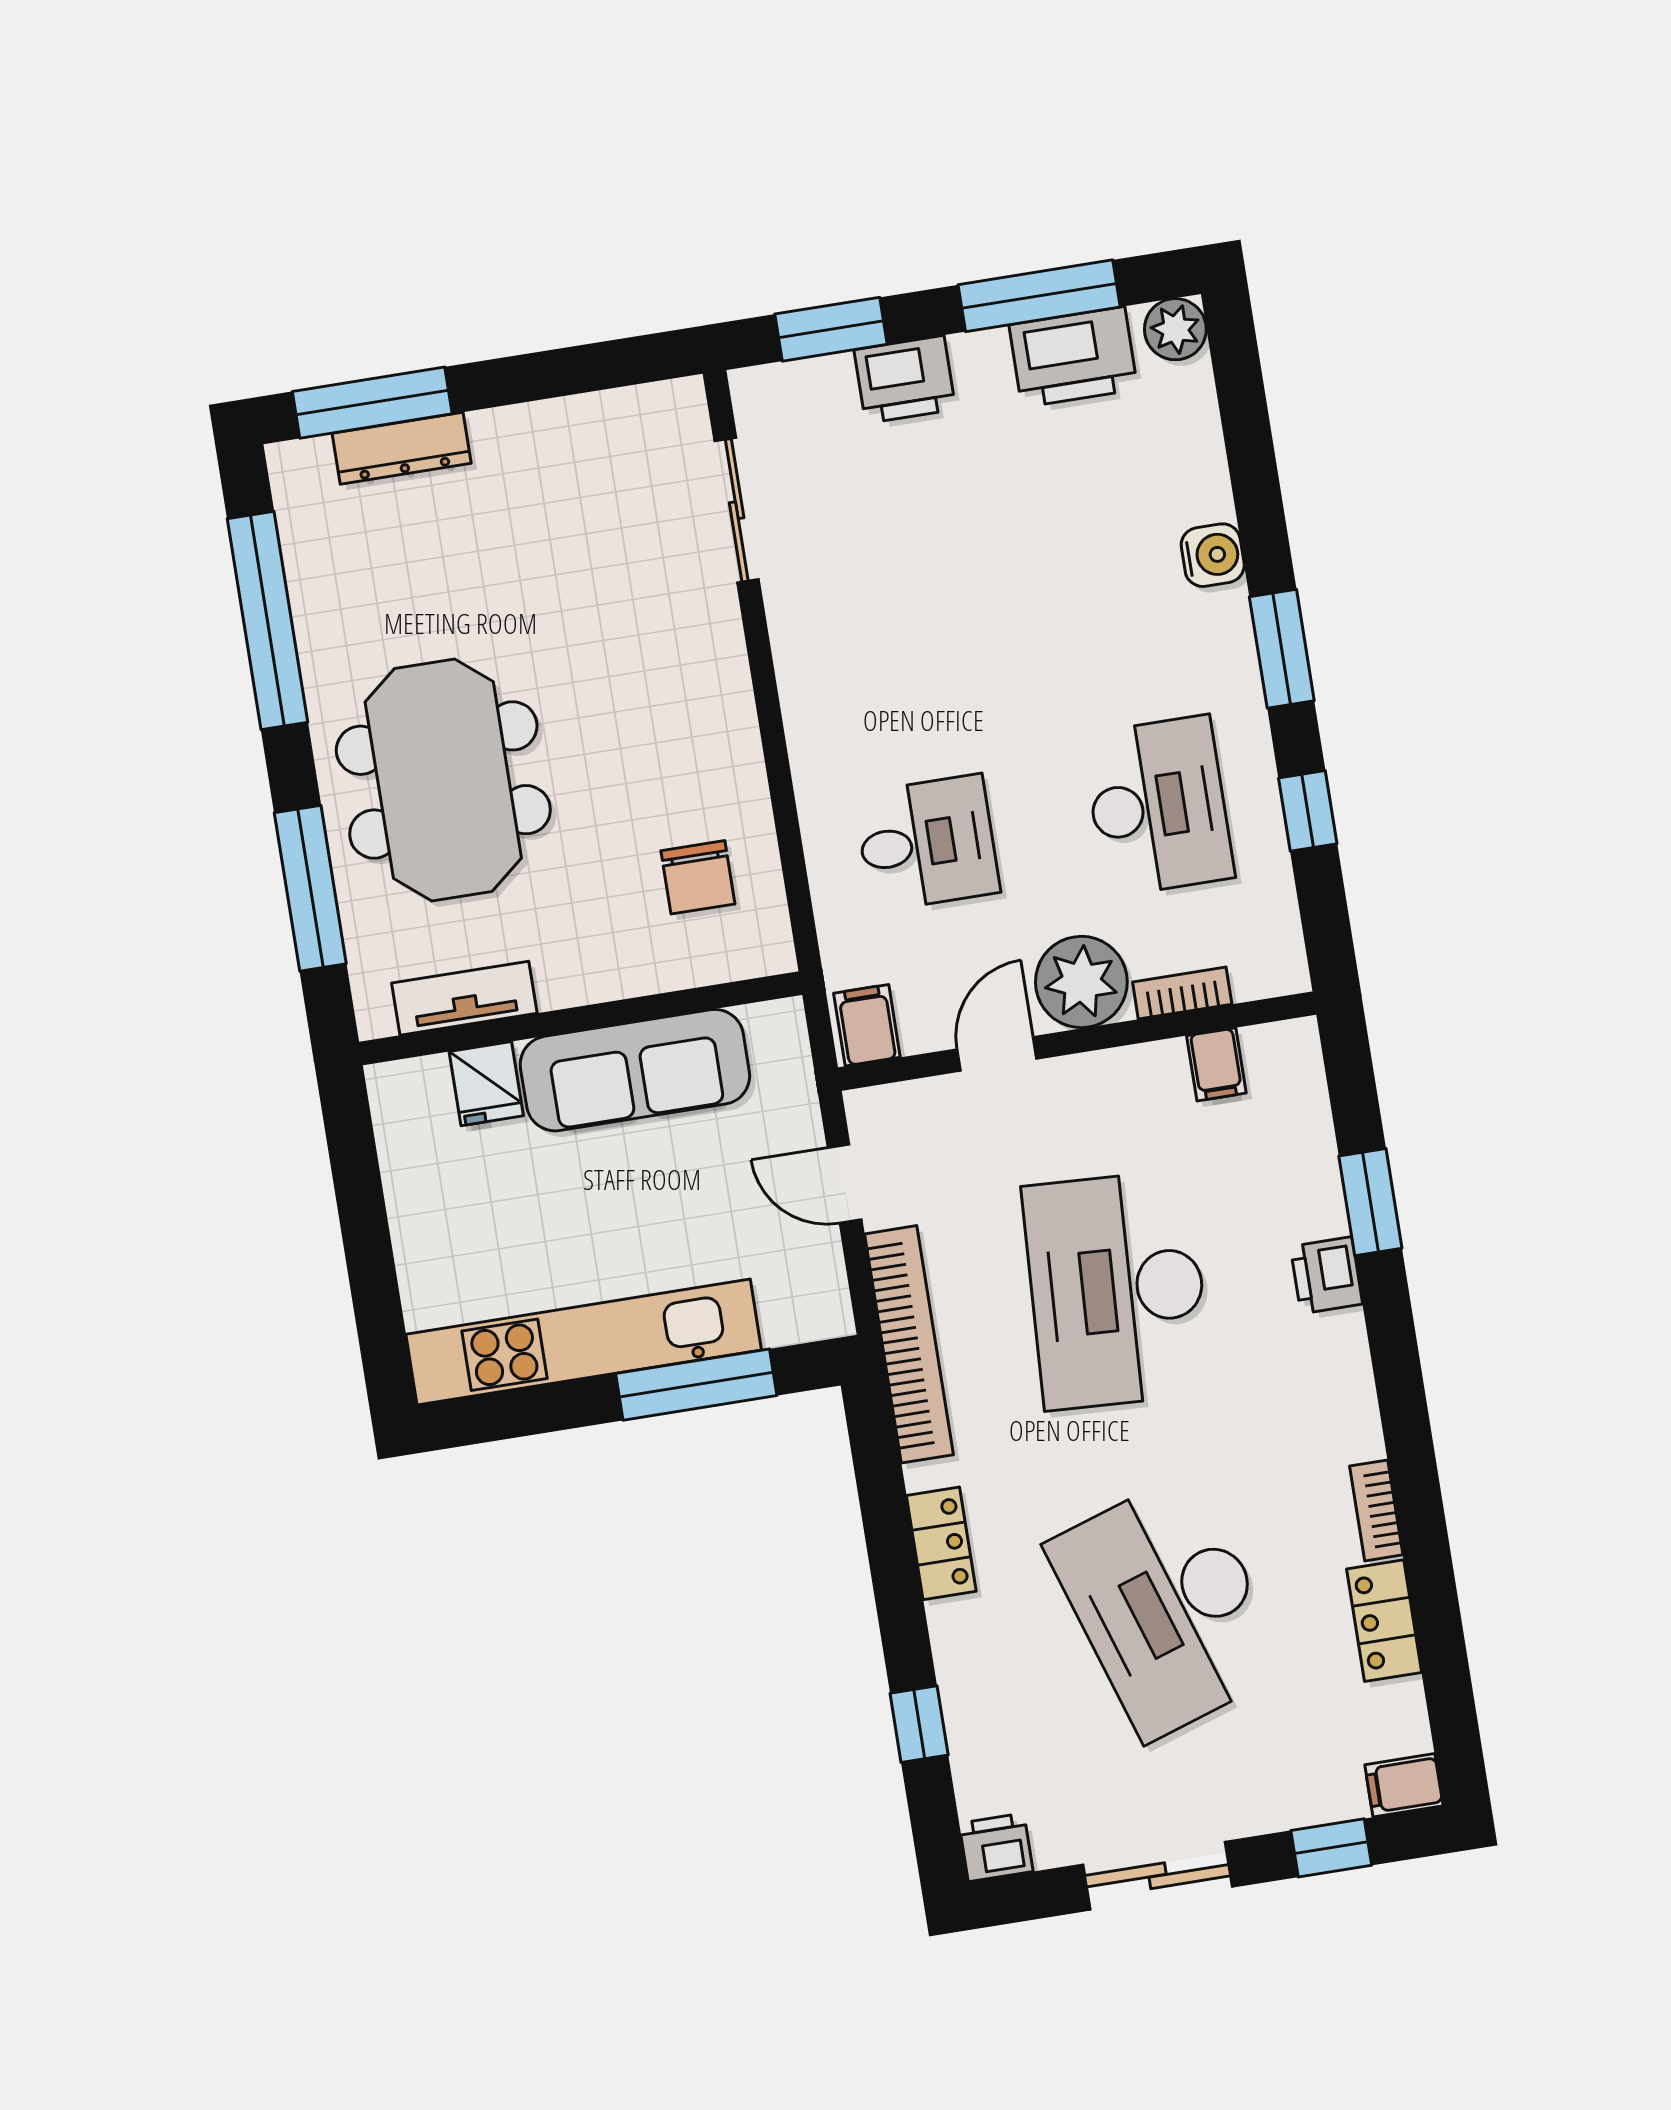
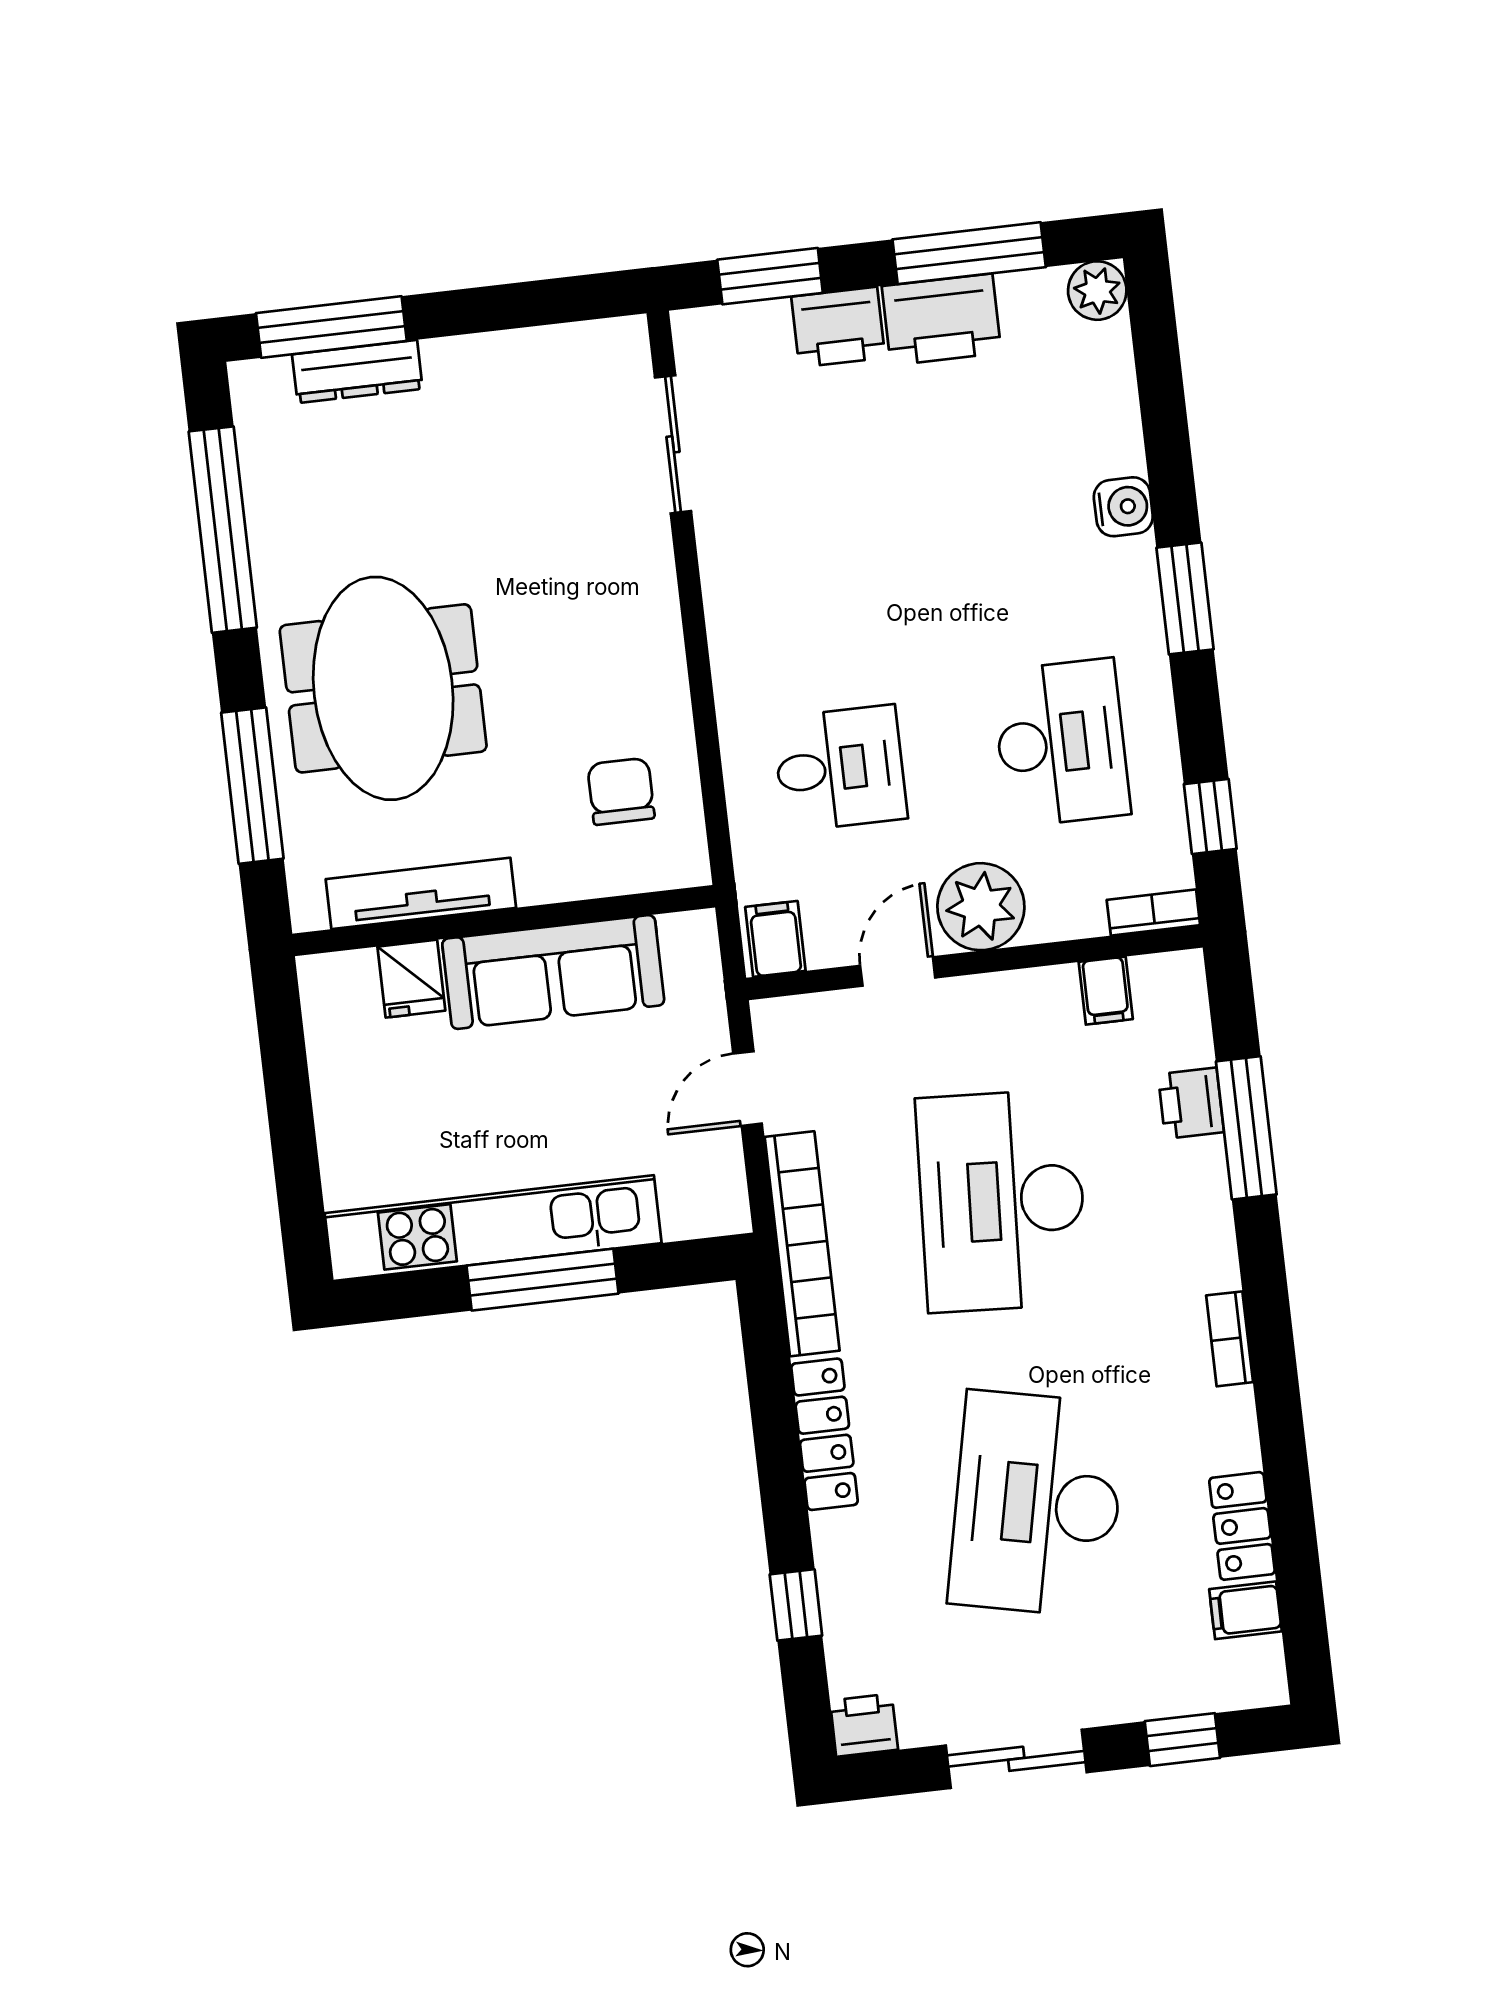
printer: (1073, 357) -> (942, 319), moved
window: (1308, 811) -> (1210, 816), moved
chair: (698, 877) -> (621, 791), turned 180
bookcase: (1182, 993) -> (1153, 913), moved
tv unit: (464, 998) -> (421, 893), width x1.41
door: (845, 1184) -> (748, 1089), hinge flipped
window: (1370, 1202) -> (1246, 1128), width x1.44
printer: (1327, 1275) -> (1191, 1103), moved
window: (696, 1385) -> (542, 1280), moved
bookcase: (1376, 1510) -> (1230, 1339), moved
locker: (941, 1543) -> (825, 1434), width x1.53
desk: (1168, 1607) -> (1037, 1504), turned 30
filing cabinet: (1404, 1785) -> (1246, 1610), moved

